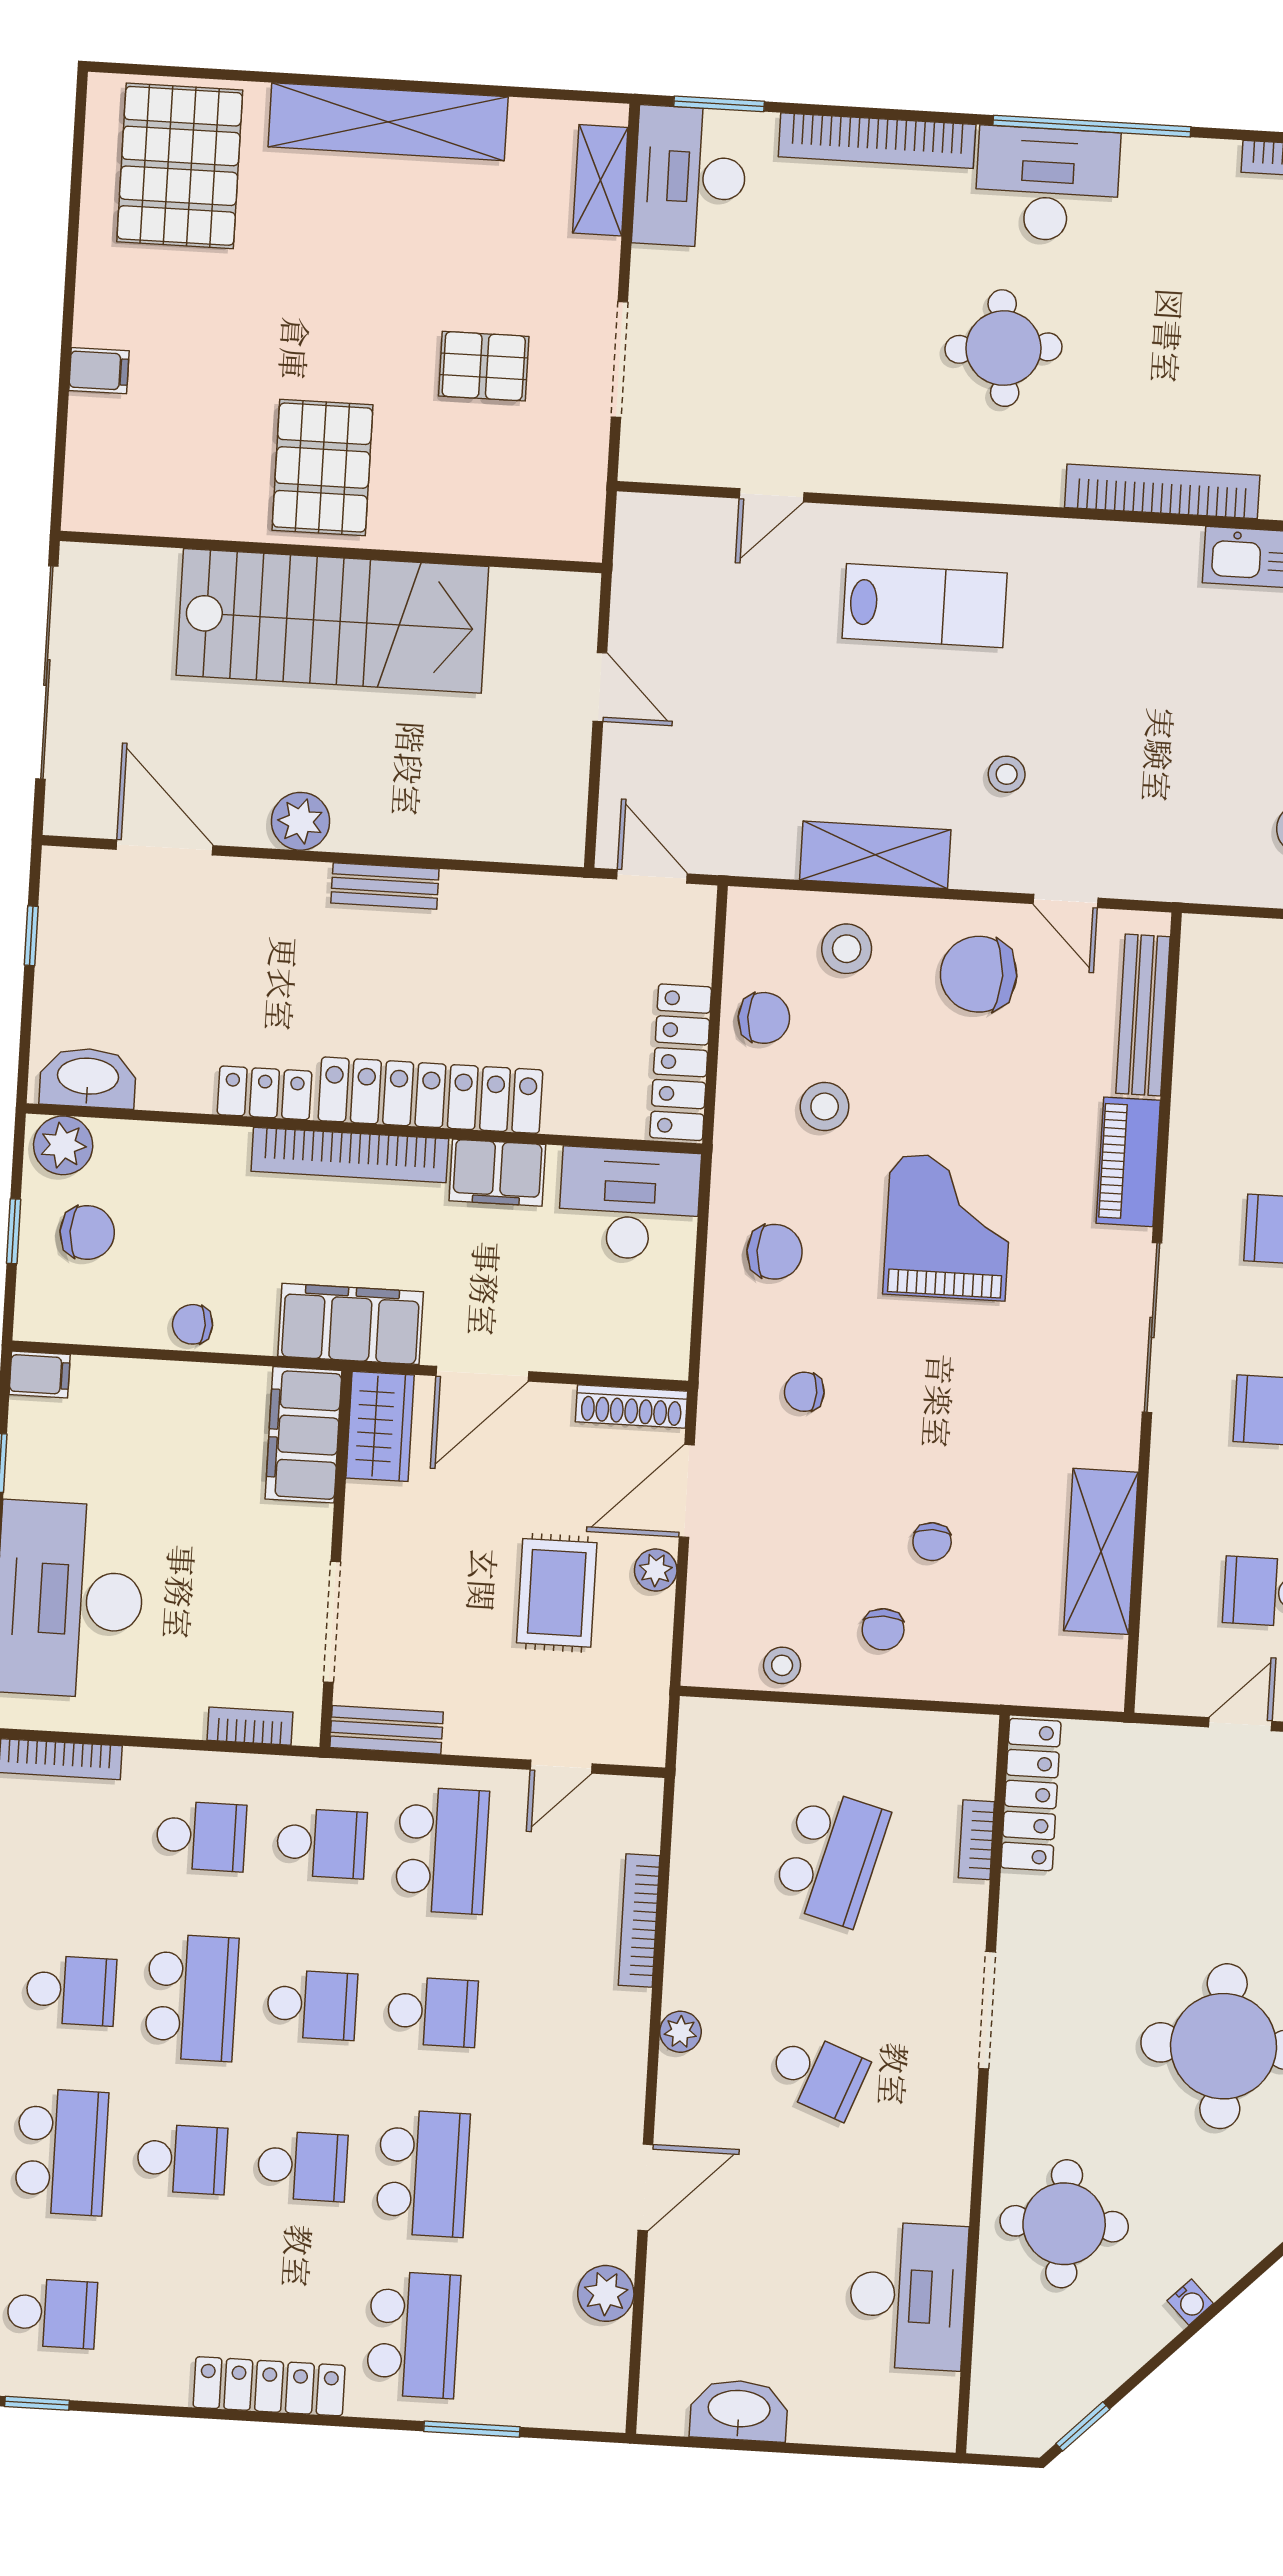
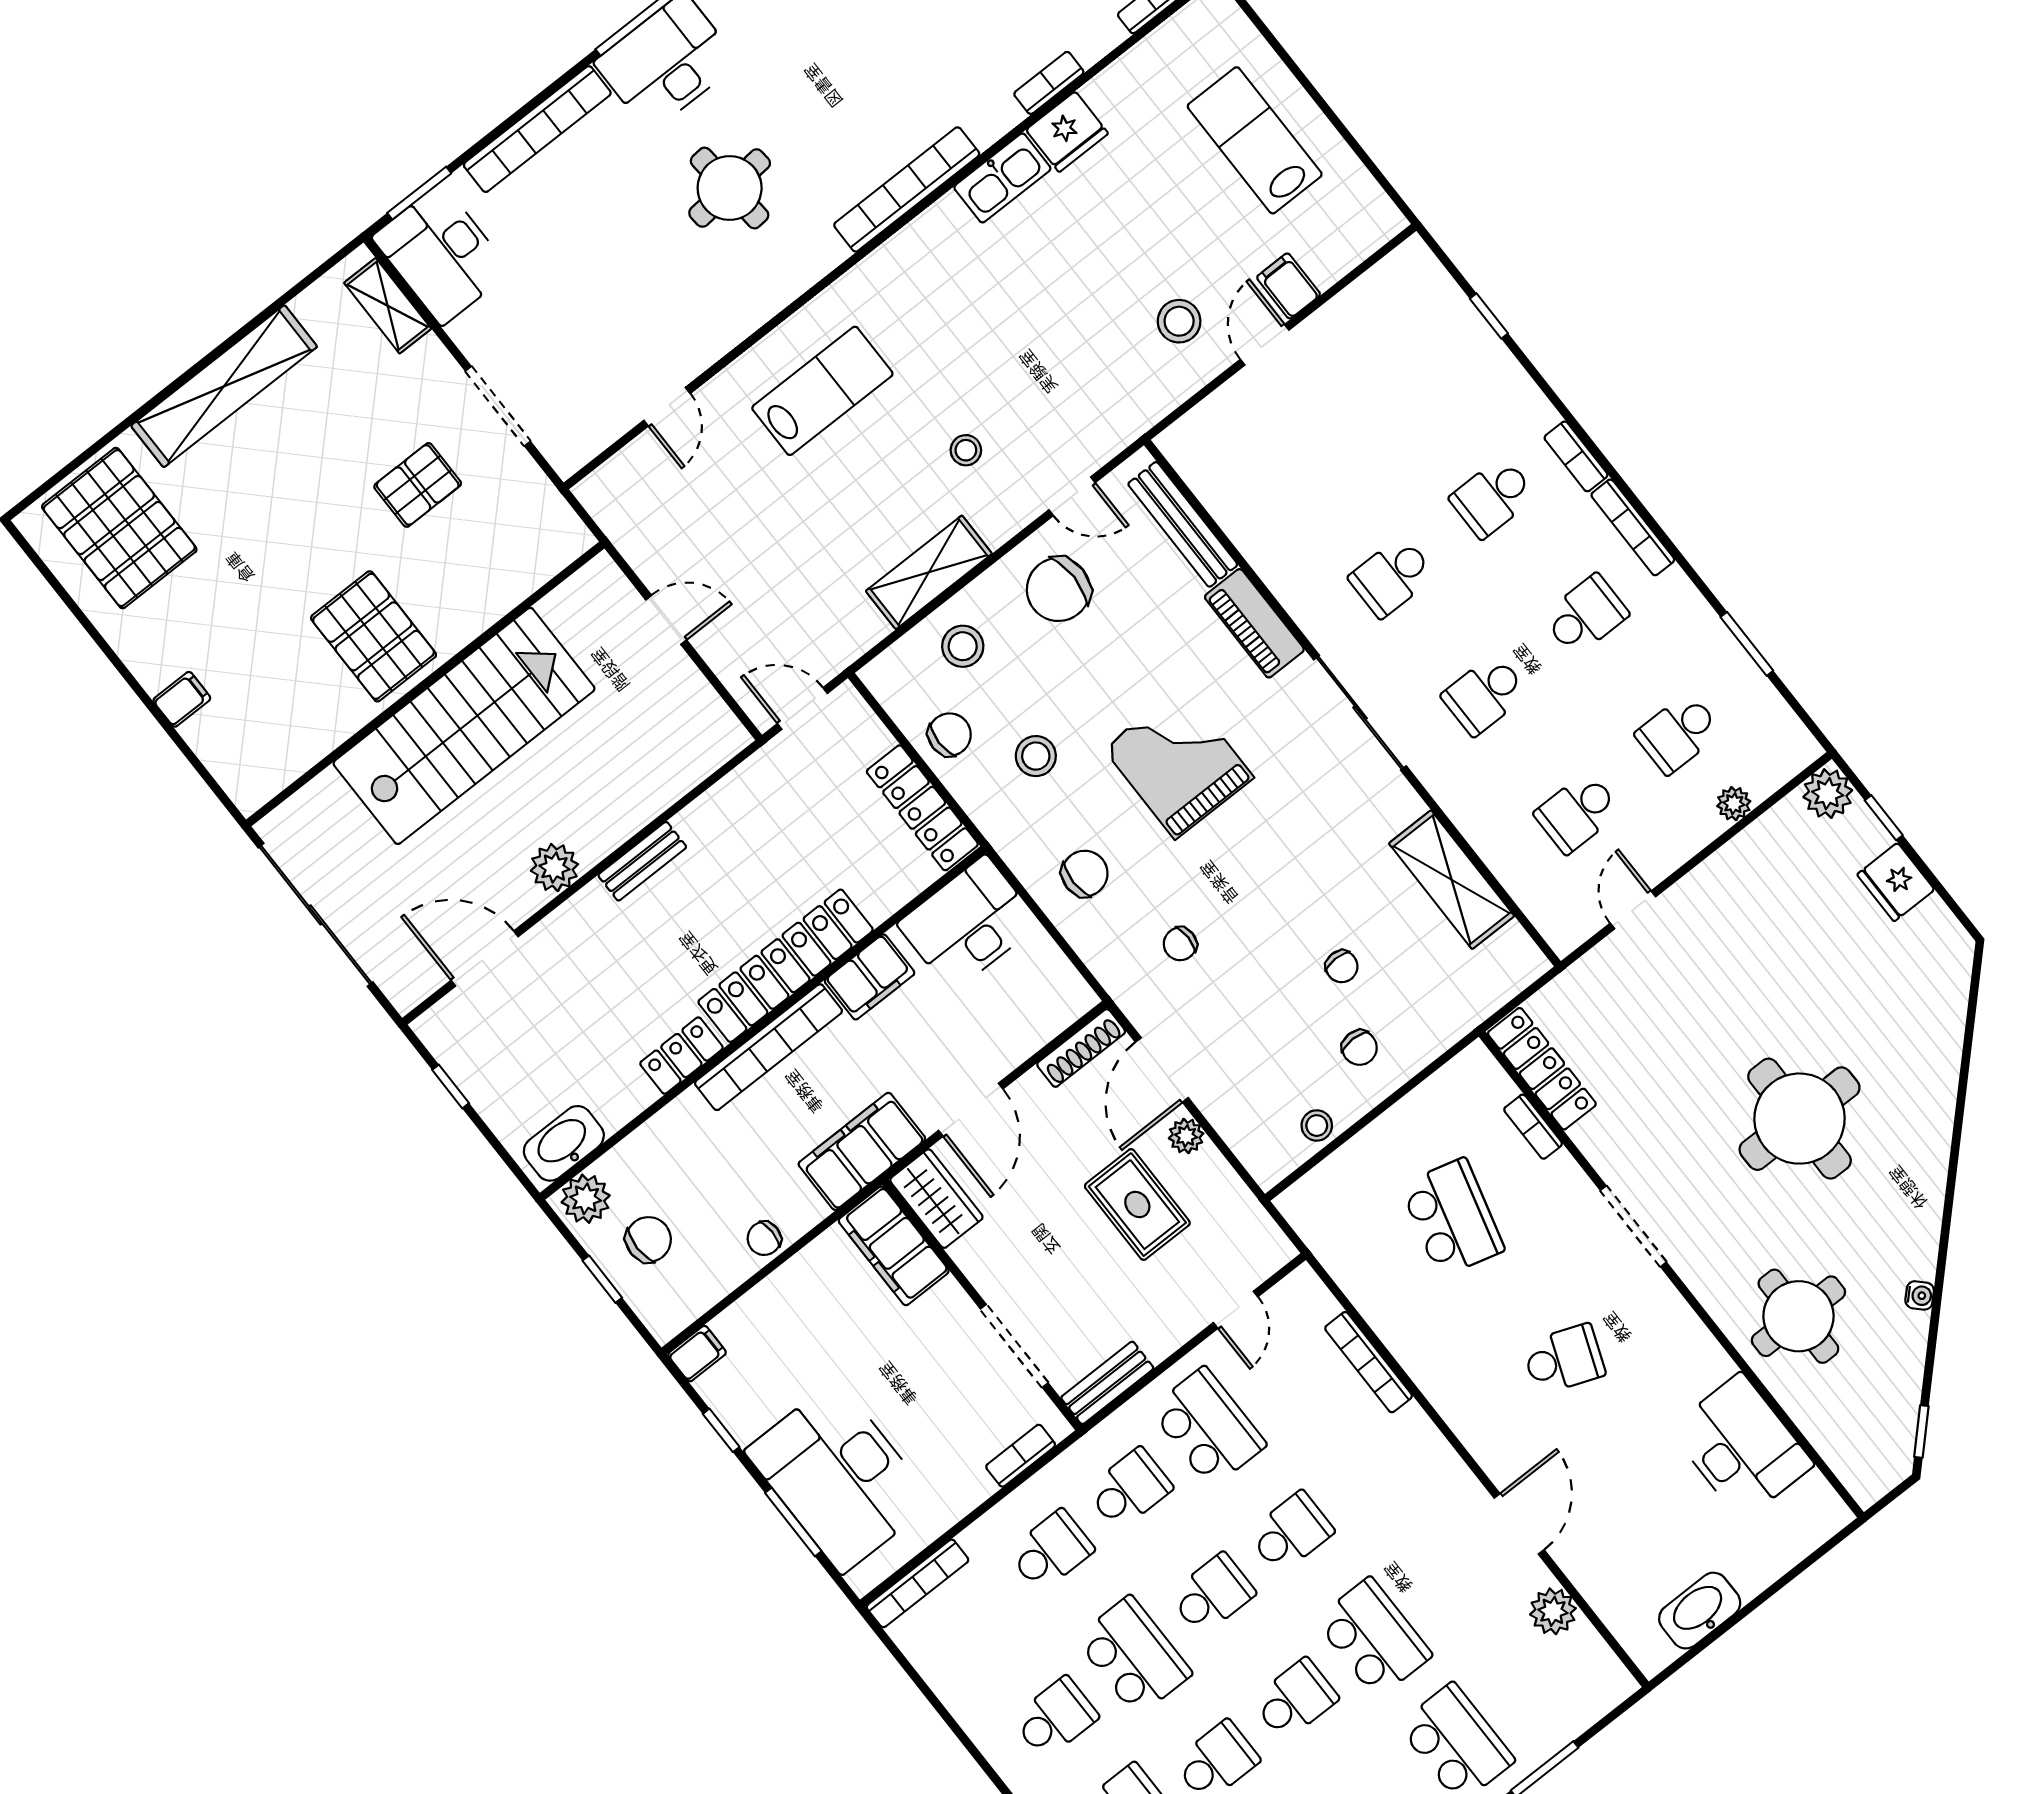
plant: (680, 2032) -> (1455, 1408), removed

